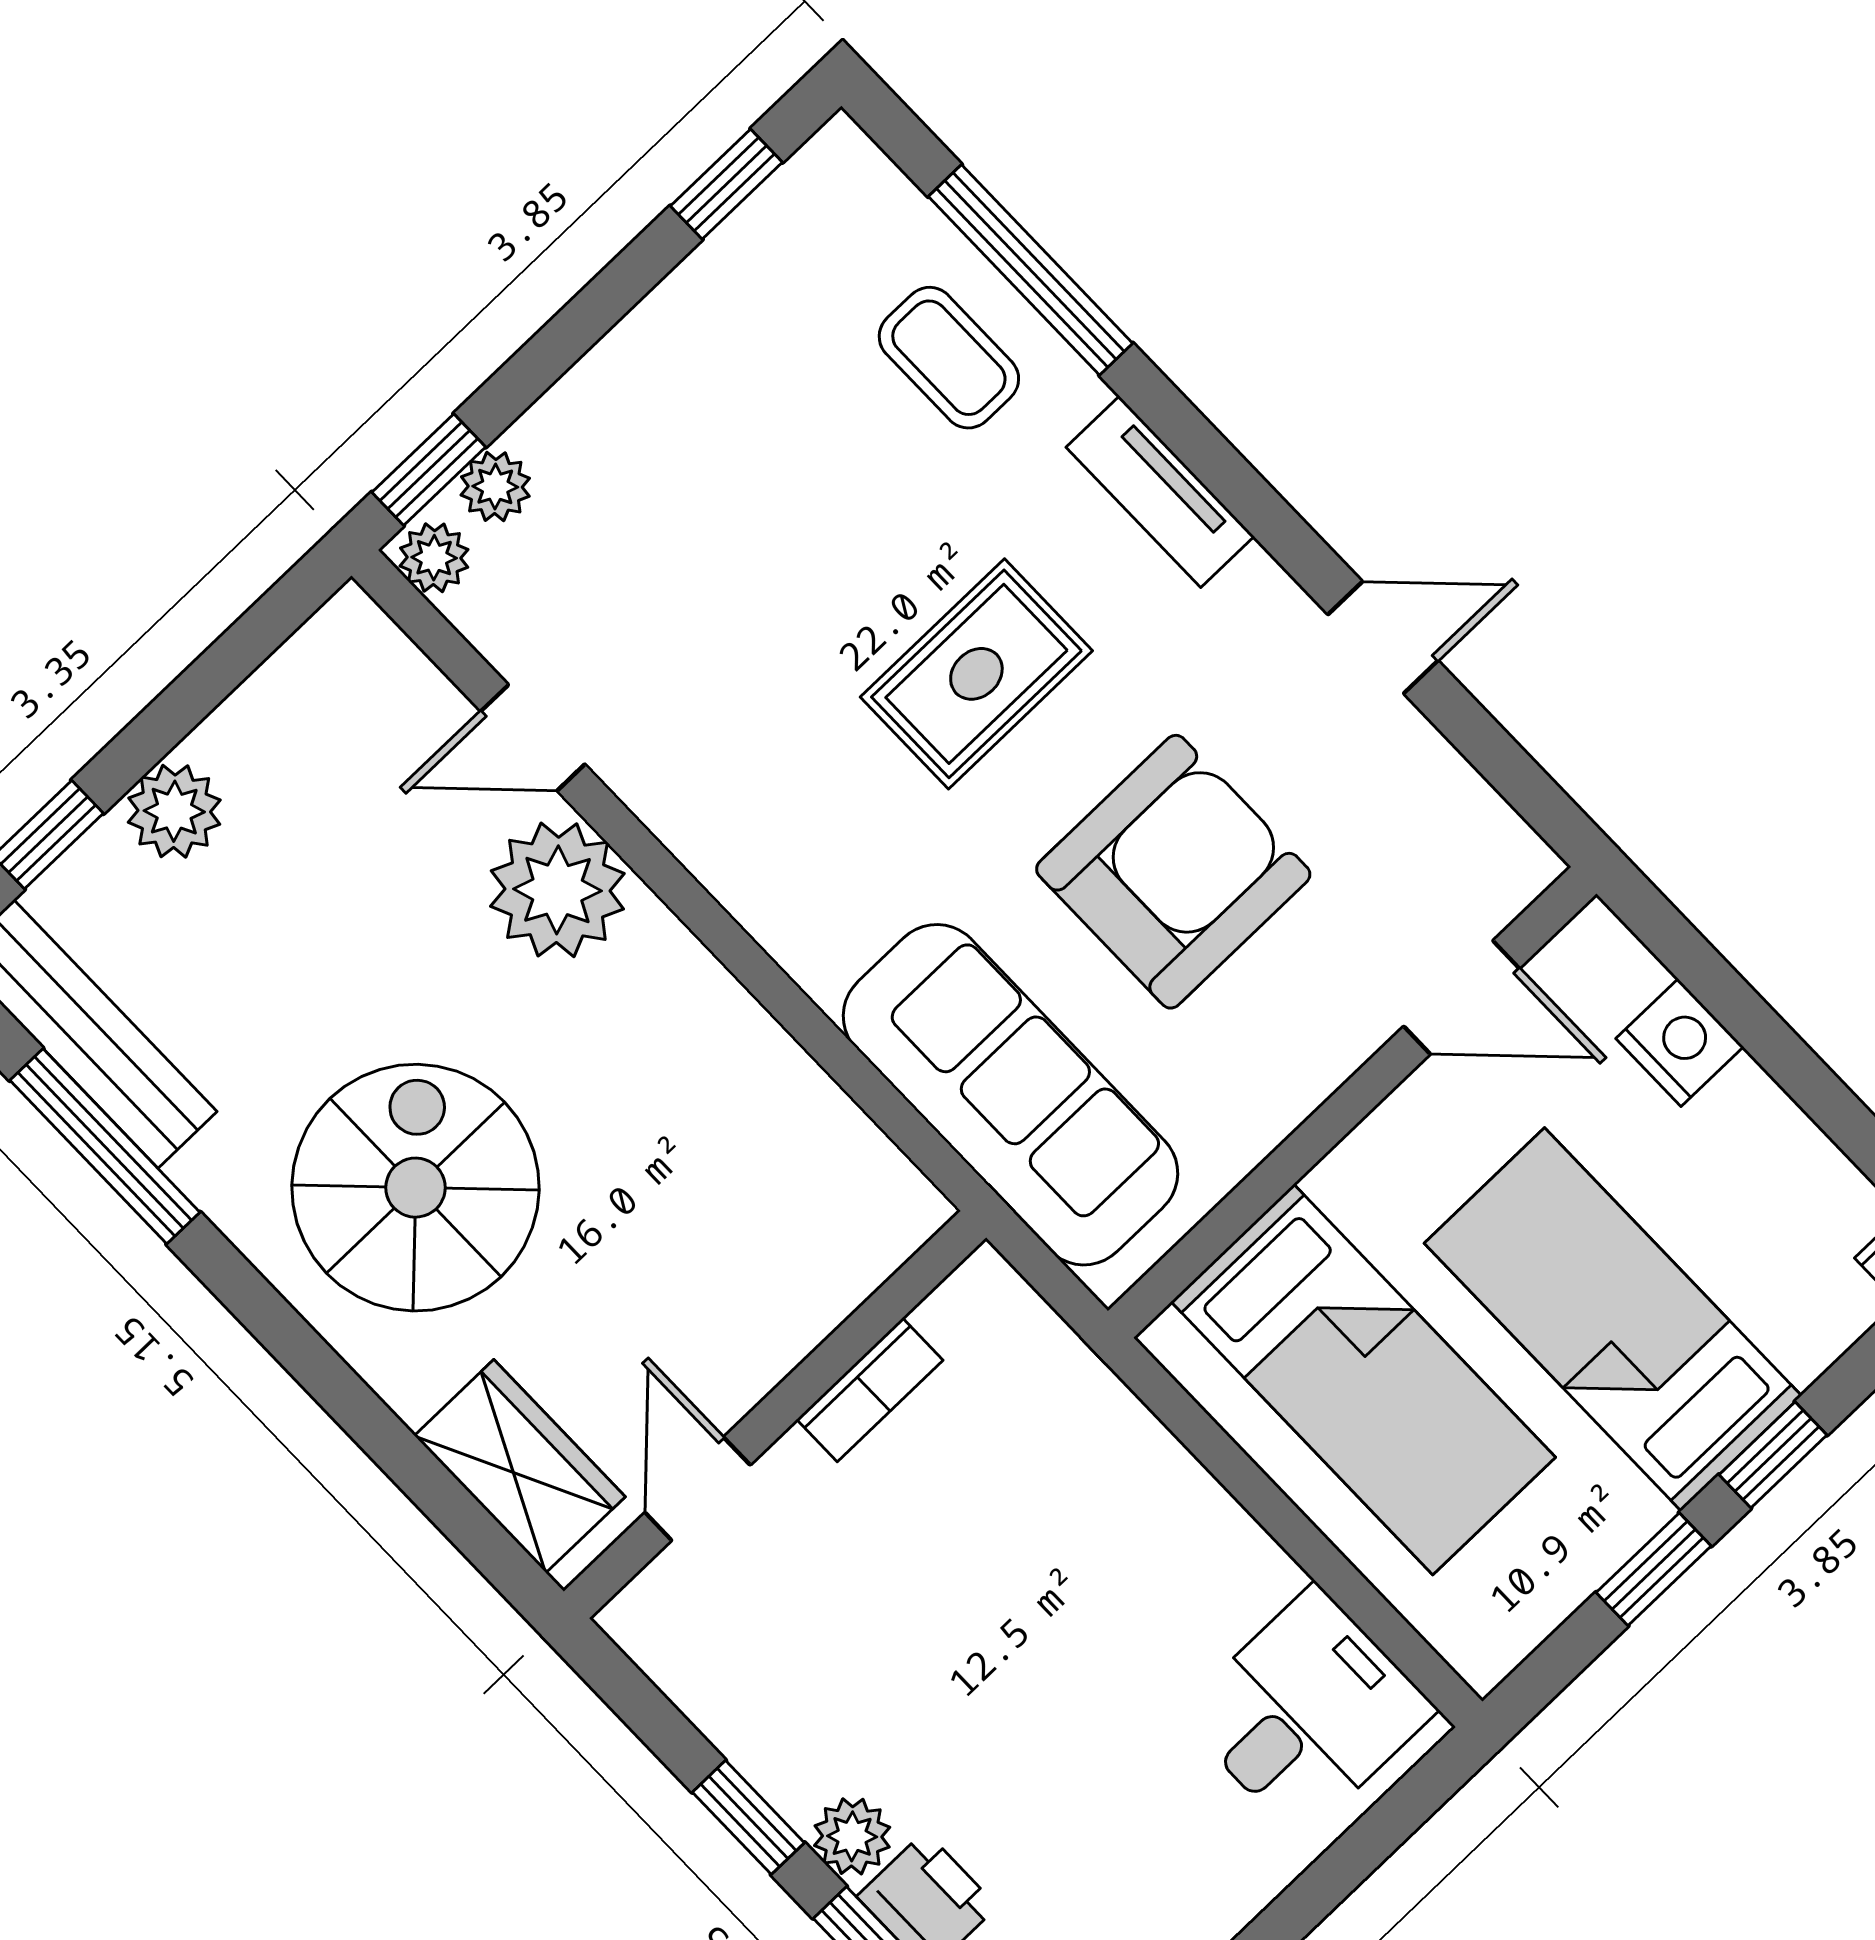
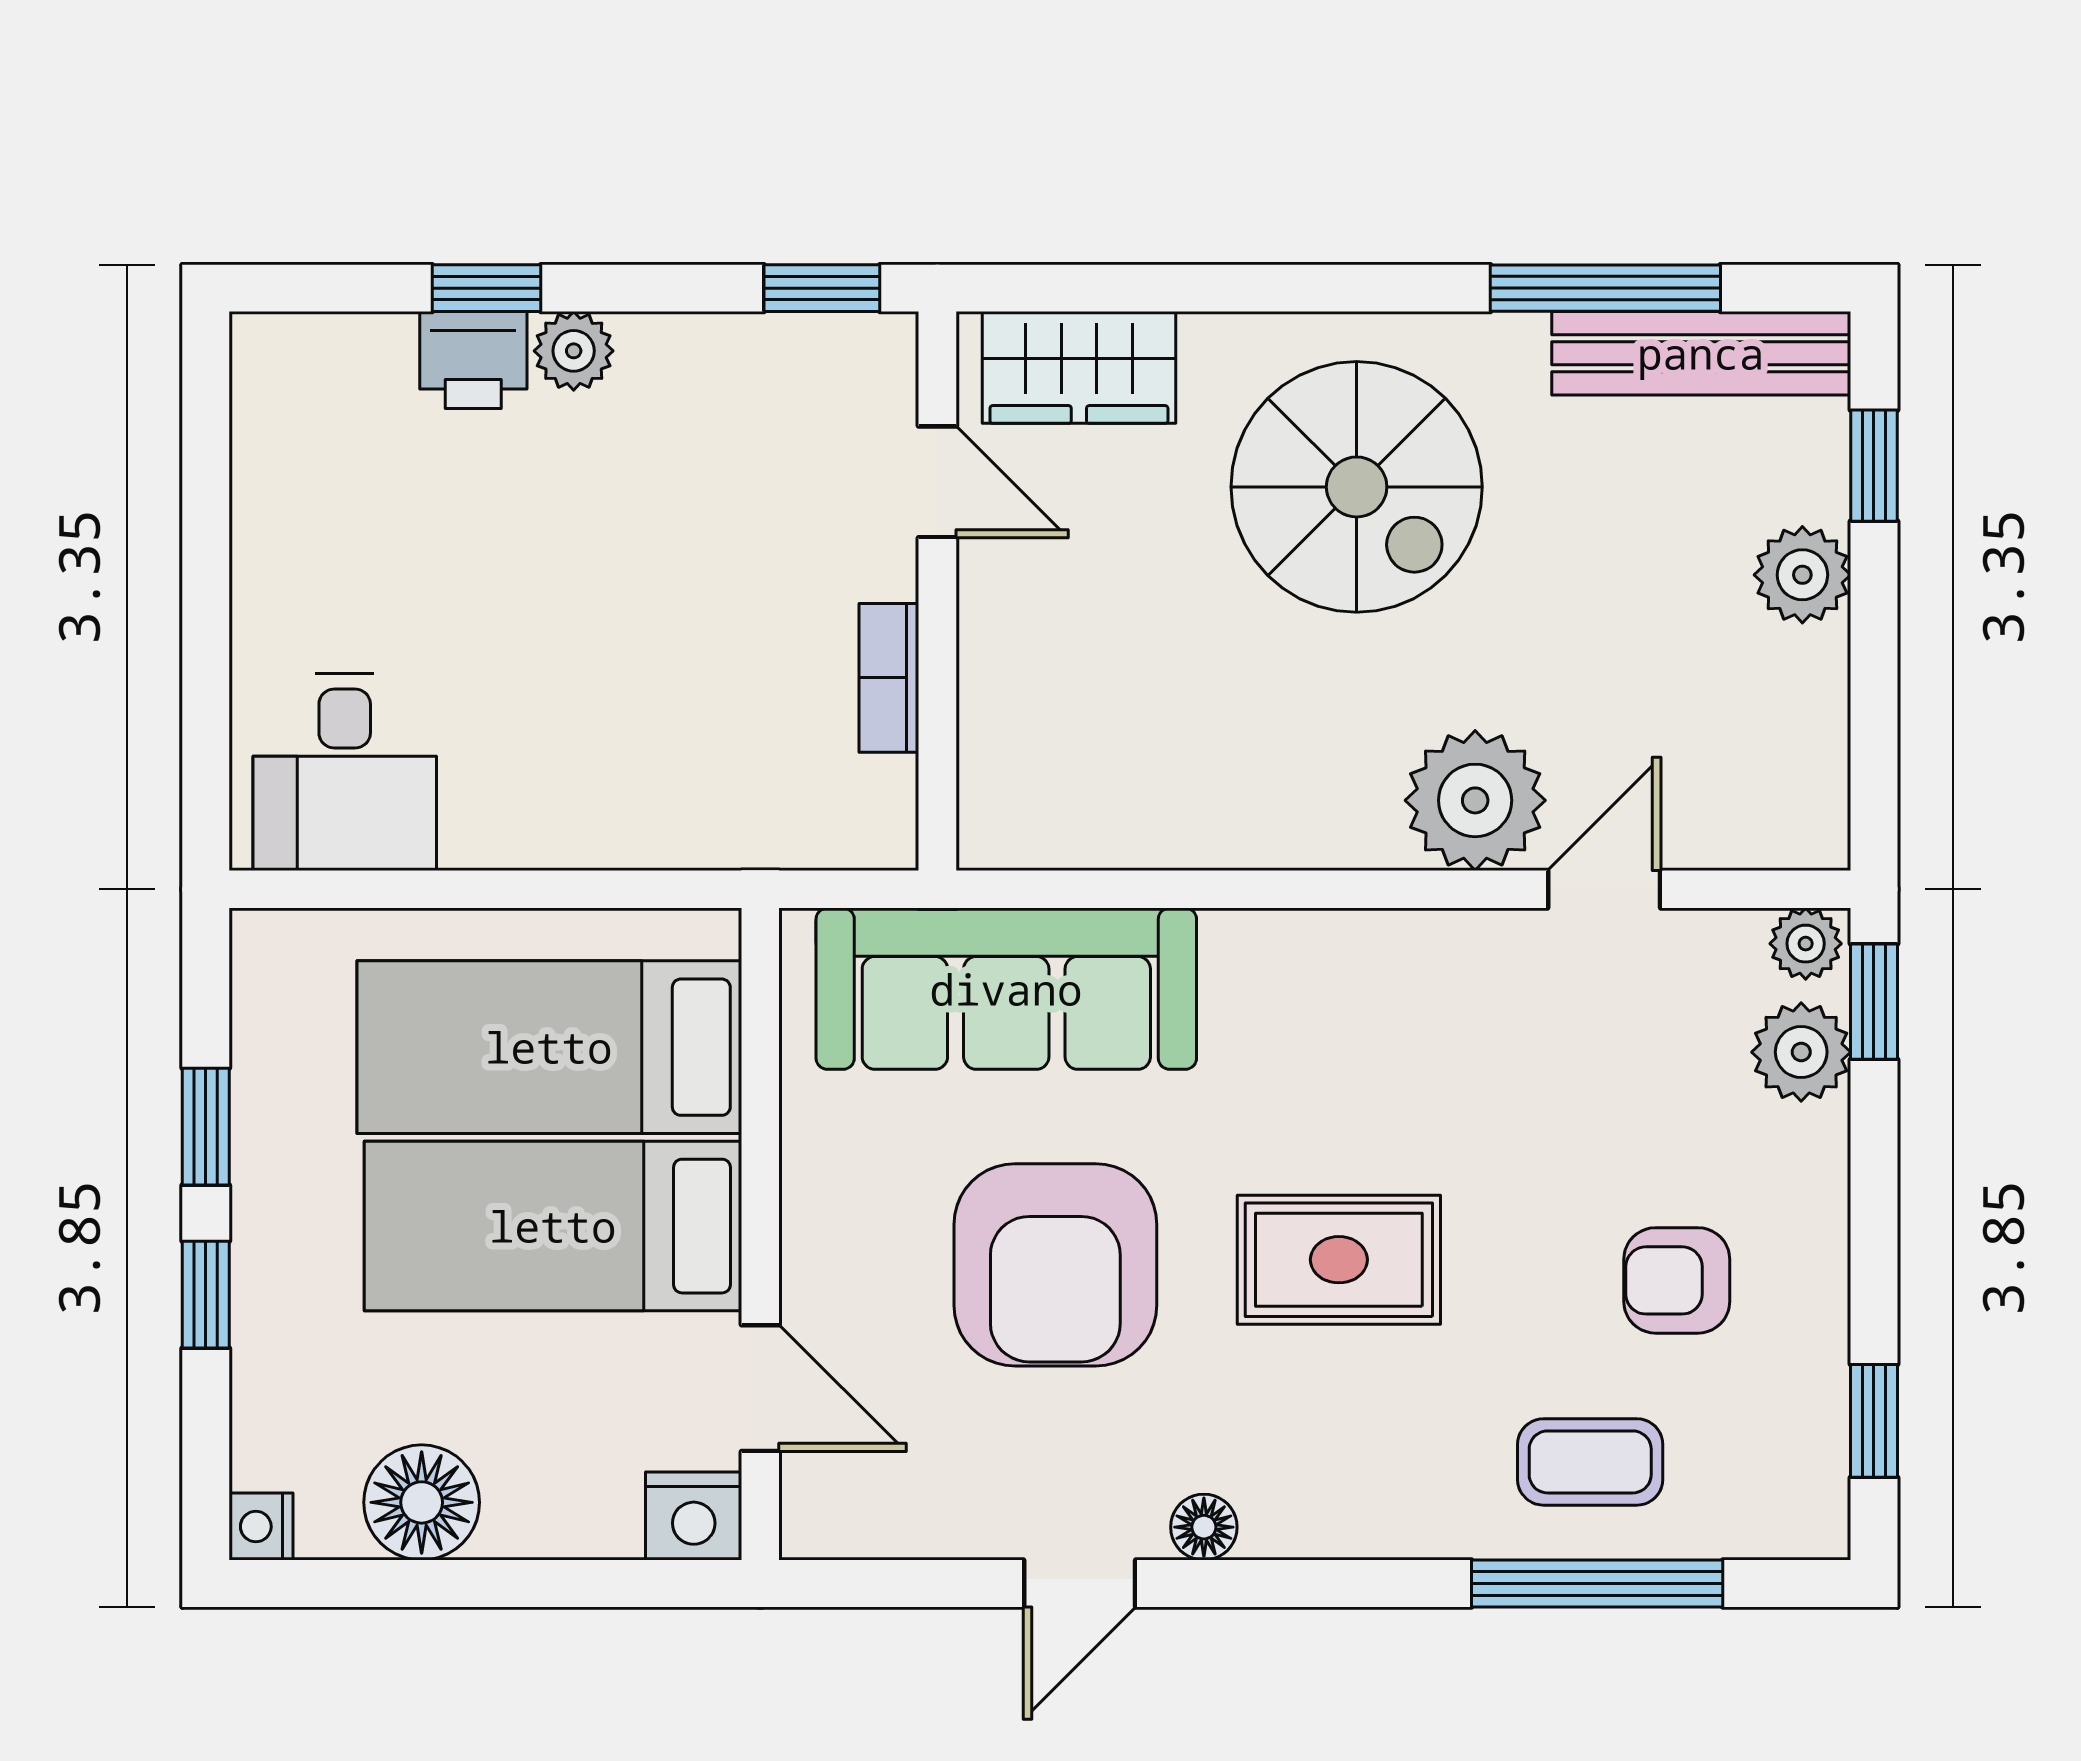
armchair: (761, 420) -> (1677, 1280), added
plant: (495, 487) -> (1801, 1052), width x1.38, depth x1.38
tv unit: (1160, 492) -> (1343, 1522), removed
floor lamp: (1258, 588) -> (1204, 1527), added
rug: (976, 674) -> (1339, 1260), turned 90
door: (1462, 997) -> (760, 1388), swing flipped
nightstand: (1680, 1043) -> (694, 1516), moved
floor lamp: (1774, 1160) -> (422, 1502), added
bed: (1613, 1319) -> (553, 1226), moved, turned 180
window: (748, 1817) -> (822, 288), moved

